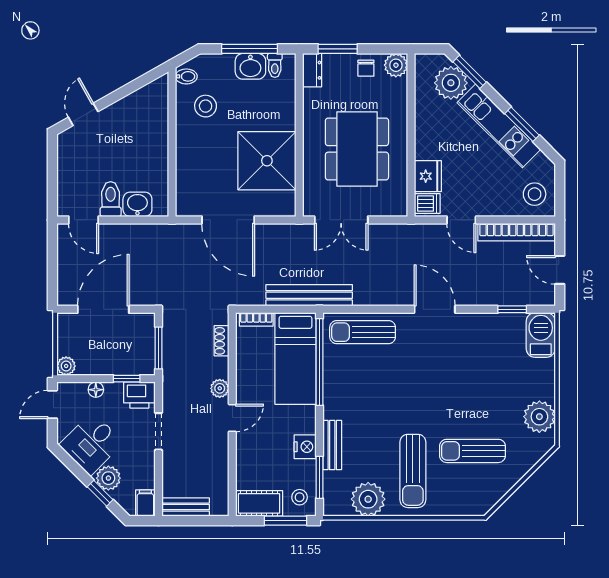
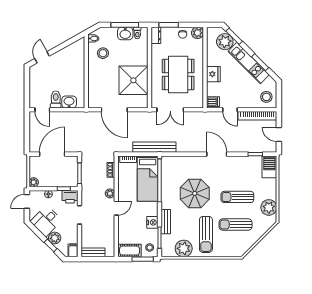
fridge: (428, 176) -> (213, 74), moved
sun lounger: (363, 332) -> (237, 197), moved
parasol: (390, 388) -> (195, 193), added

